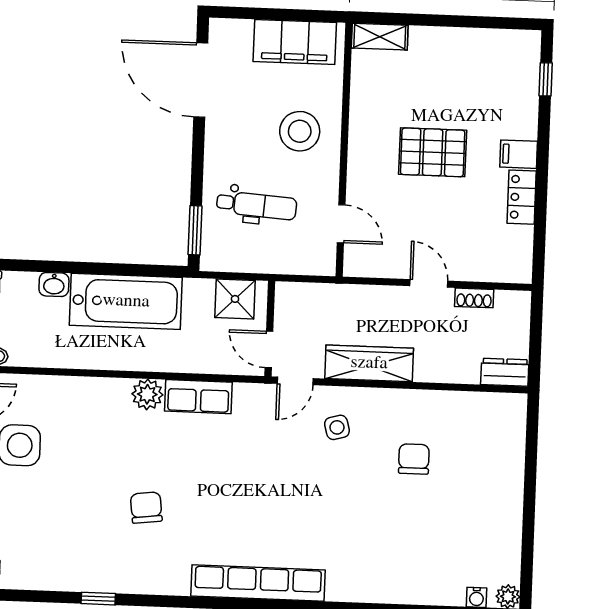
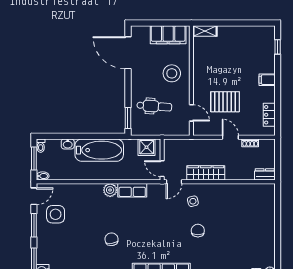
pallet: (433, 152) -> (225, 102), moved
locker: (522, 197) -> (269, 115), moved
chair: (414, 459) -> (198, 231), moved

